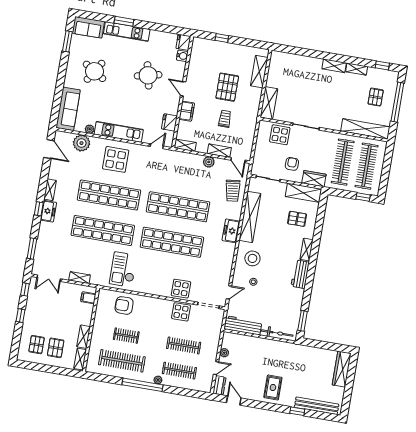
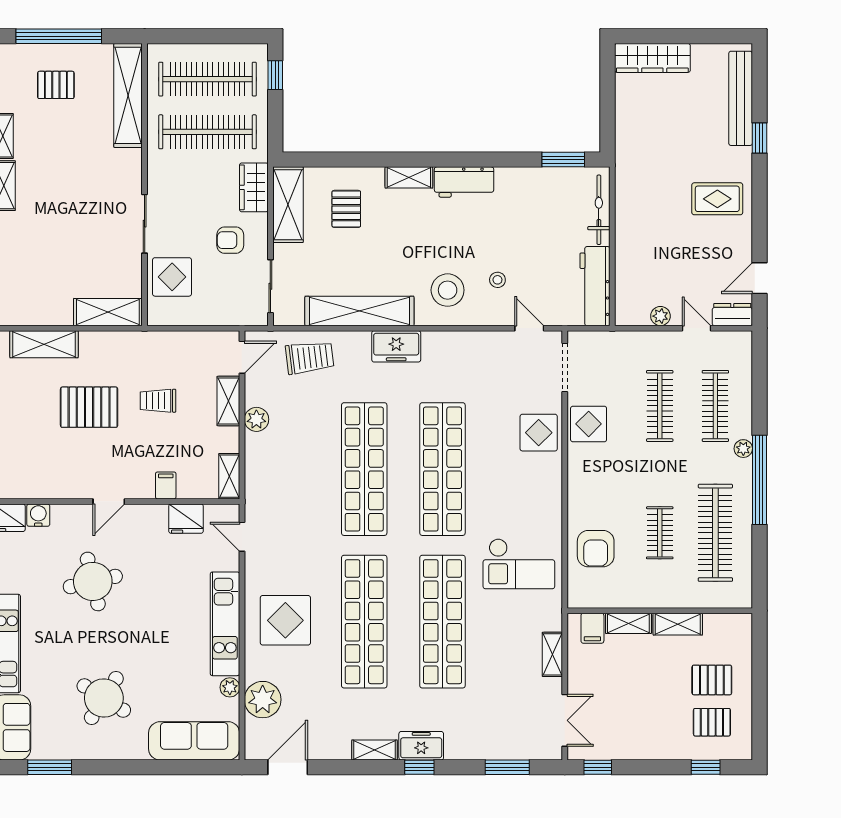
filing cabinet: (187, 111) -> (166, 485), width x0.50
window: (20, 316) -> (706, 767), moved
shelving: (80, 359) -> (628, 623), moved

